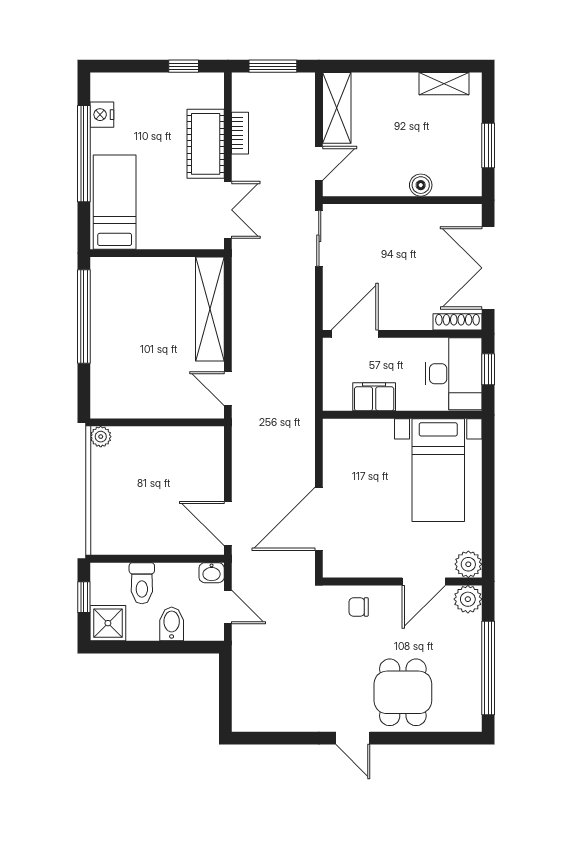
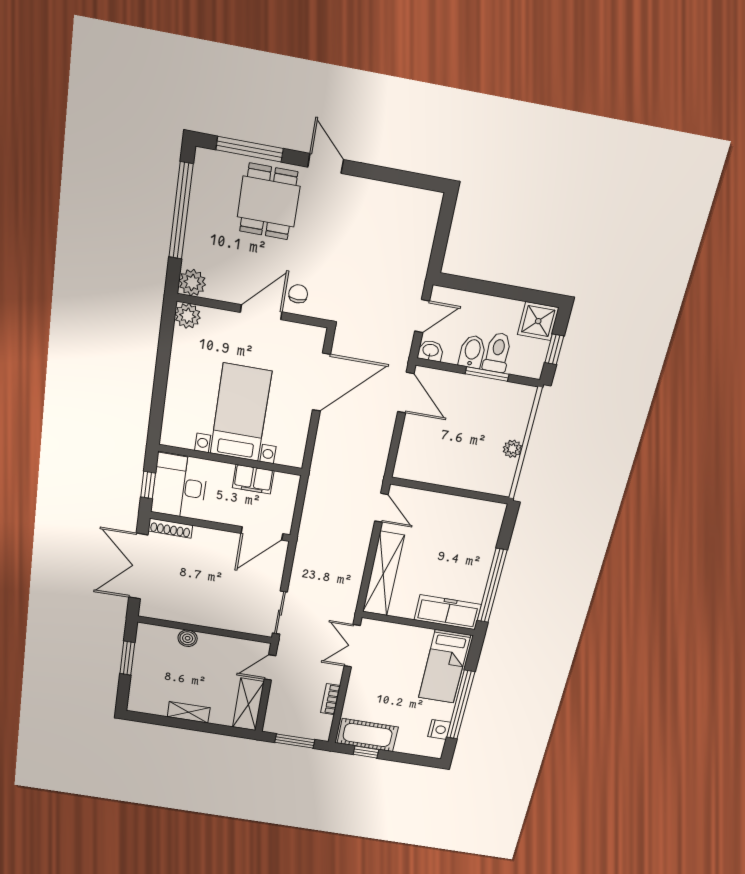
shelving: (444, 84) -> (189, 712), moved
cot: (206, 144) -> (368, 735), moved, turned 90
double door: (488, 268) -> (138, 566), swing flipped
freezer: (127, 274) -> (448, 612), added
plant: (101, 437) -> (512, 449), moved
bed with nightstands: (438, 470) -> (241, 413), moved
window: (147, 559) -> (487, 374), added
door: (424, 581) -> (261, 312), moved
door: (228, 607) -> (422, 316), swing flipped
chair: (359, 607) -> (298, 294), turned -90
bidet: (172, 624) -> (472, 352), moved, turned 180
window: (429, 738) -> (250, 149), added

